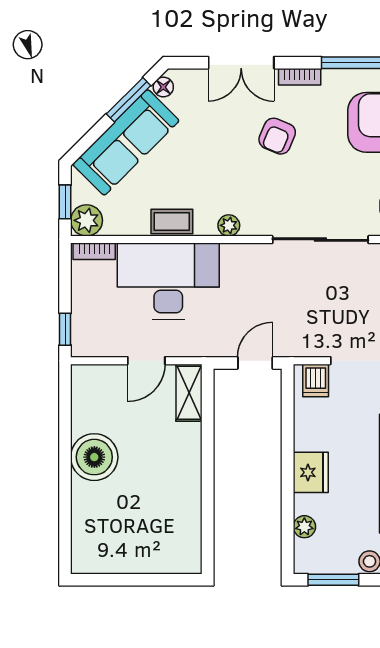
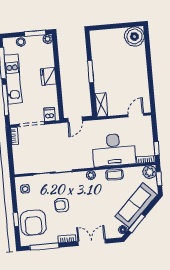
armchair: (277, 136) -> (62, 205), moved, turned -113
window: (65, 329) -> (156, 148), moved
door: (146, 361) -> (136, 115), moved
boiler: (94, 457) -> (135, 36), moved
window: (208, 475) -> (91, 72), added
plant: (304, 527) -> (48, 39), moved

